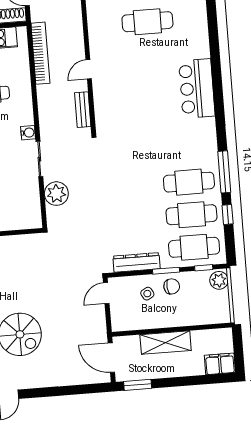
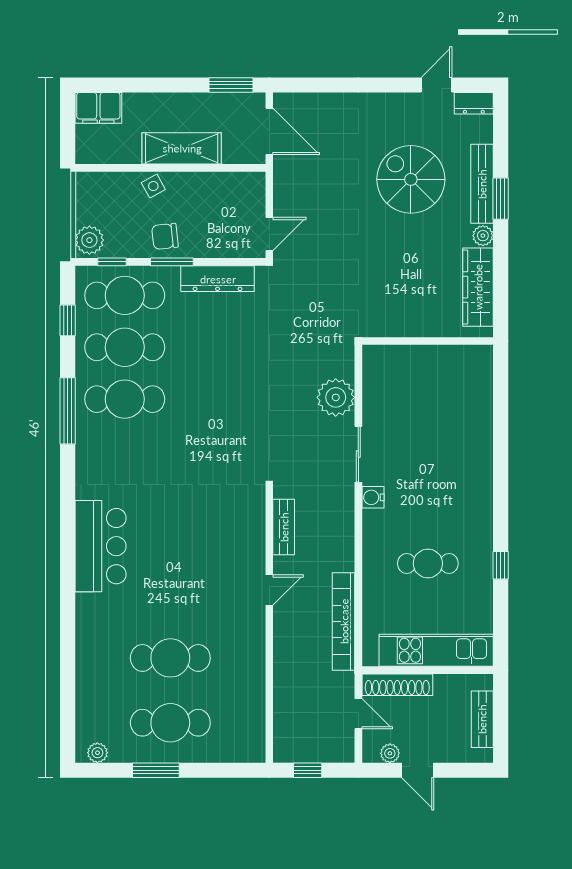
window: (228, 214) -> (68, 320), moved
side table: (147, 294) -> (153, 186), moved

